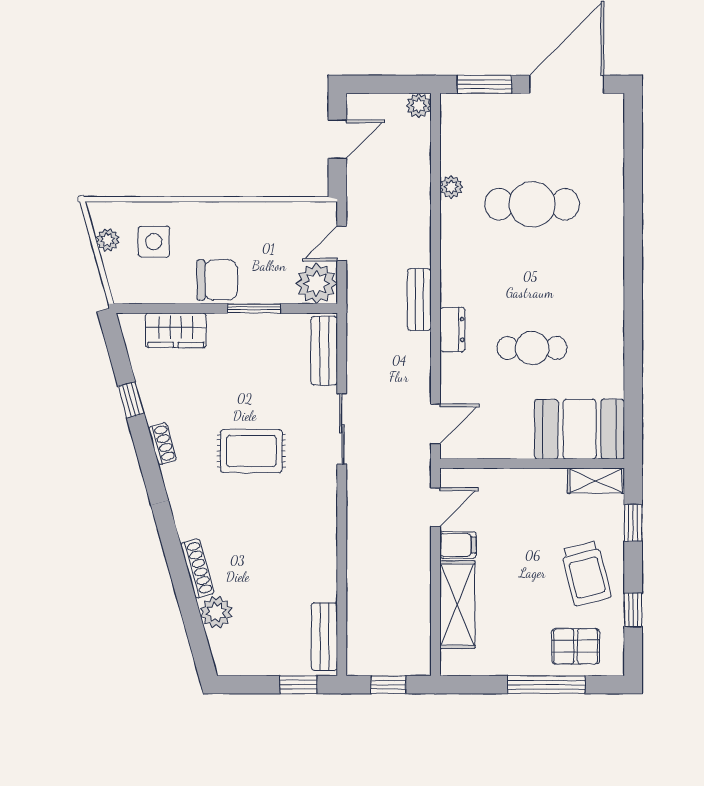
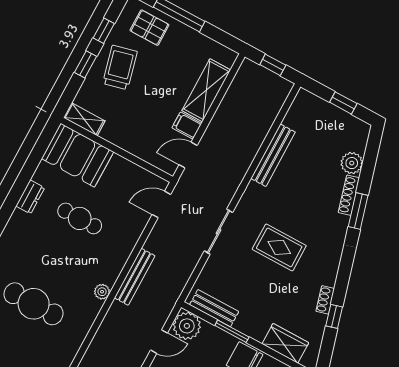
plant: (451, 187) -> (102, 292), moved
bench: (419, 300) -> (135, 277), width x1.36
dresser: (452, 330) -> (30, 197), moved, turned 180
bench: (324, 351) -> (214, 308), moved, turned 90
shoe rack: (162, 444) -> (325, 300), moved
window: (633, 523) -> (86, 64), moved
window: (174, 554) -> (358, 211), added
bench: (324, 637) -> (273, 155), moved, width x1.36
window: (298, 685) -> (343, 103), moved

